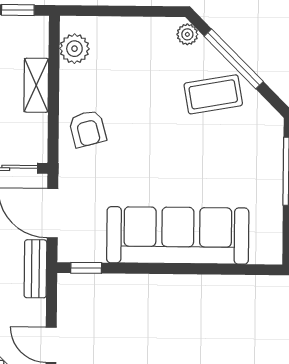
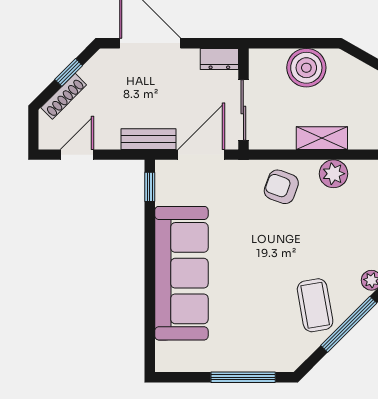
plant: (74, 49) -> (334, 174), moved
armchair: (87, 129) -> (281, 187), turned 35

